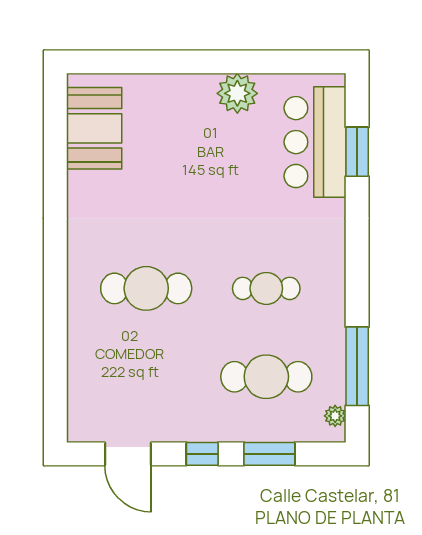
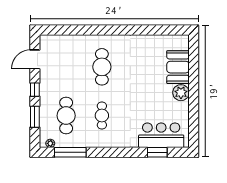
plant: (237, 93) -> (181, 93), moved
booth: (94, 128) -> (178, 67), moved, turned 90

